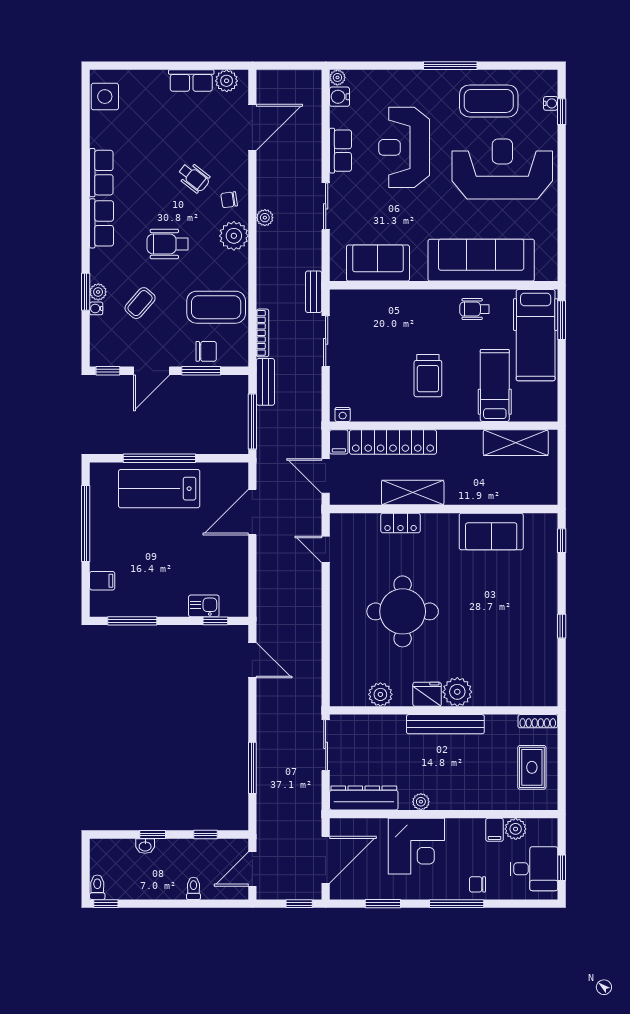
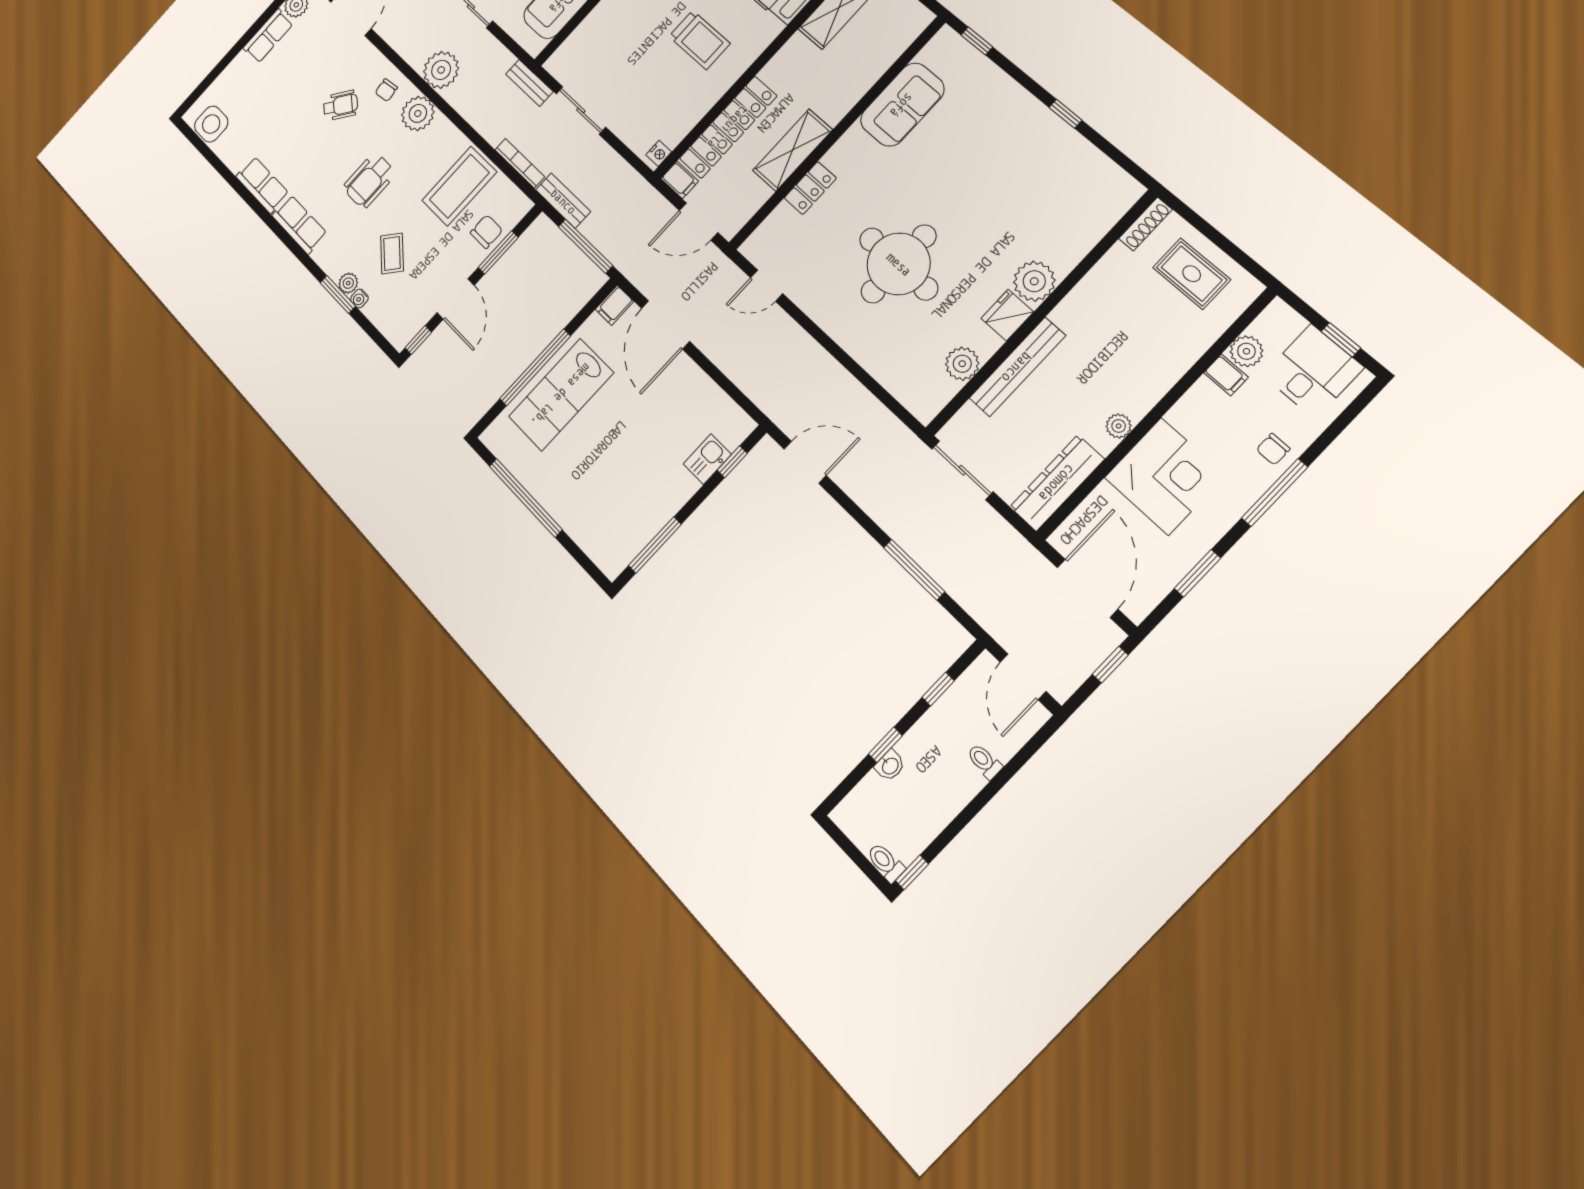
plant: (265, 218) -> (441, 70), width x1.88, depth x1.88
filing cabinet: (102, 581) -> (614, 305), moved, turned 180
bench: (445, 724) -> (1017, 367), moved

